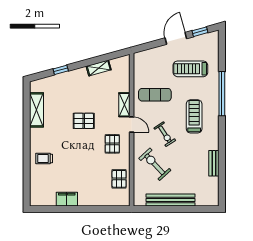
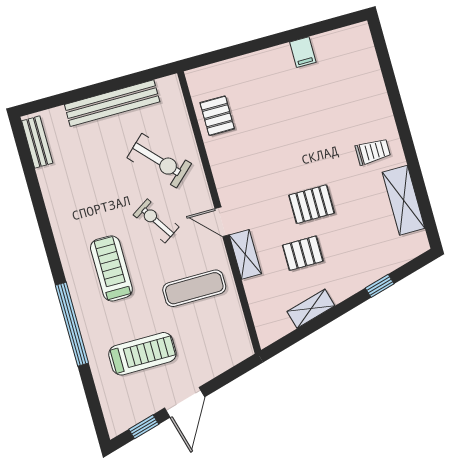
treadmill: (194, 116) -> (111, 268), turned 180
pallet: (112, 144) -> (303, 253), moved, turned 90
trolley: (44, 158) -> (373, 152), moved
bench: (214, 163) -> (37, 142), moved
filing cabinet: (67, 199) -> (303, 52), width x0.50

